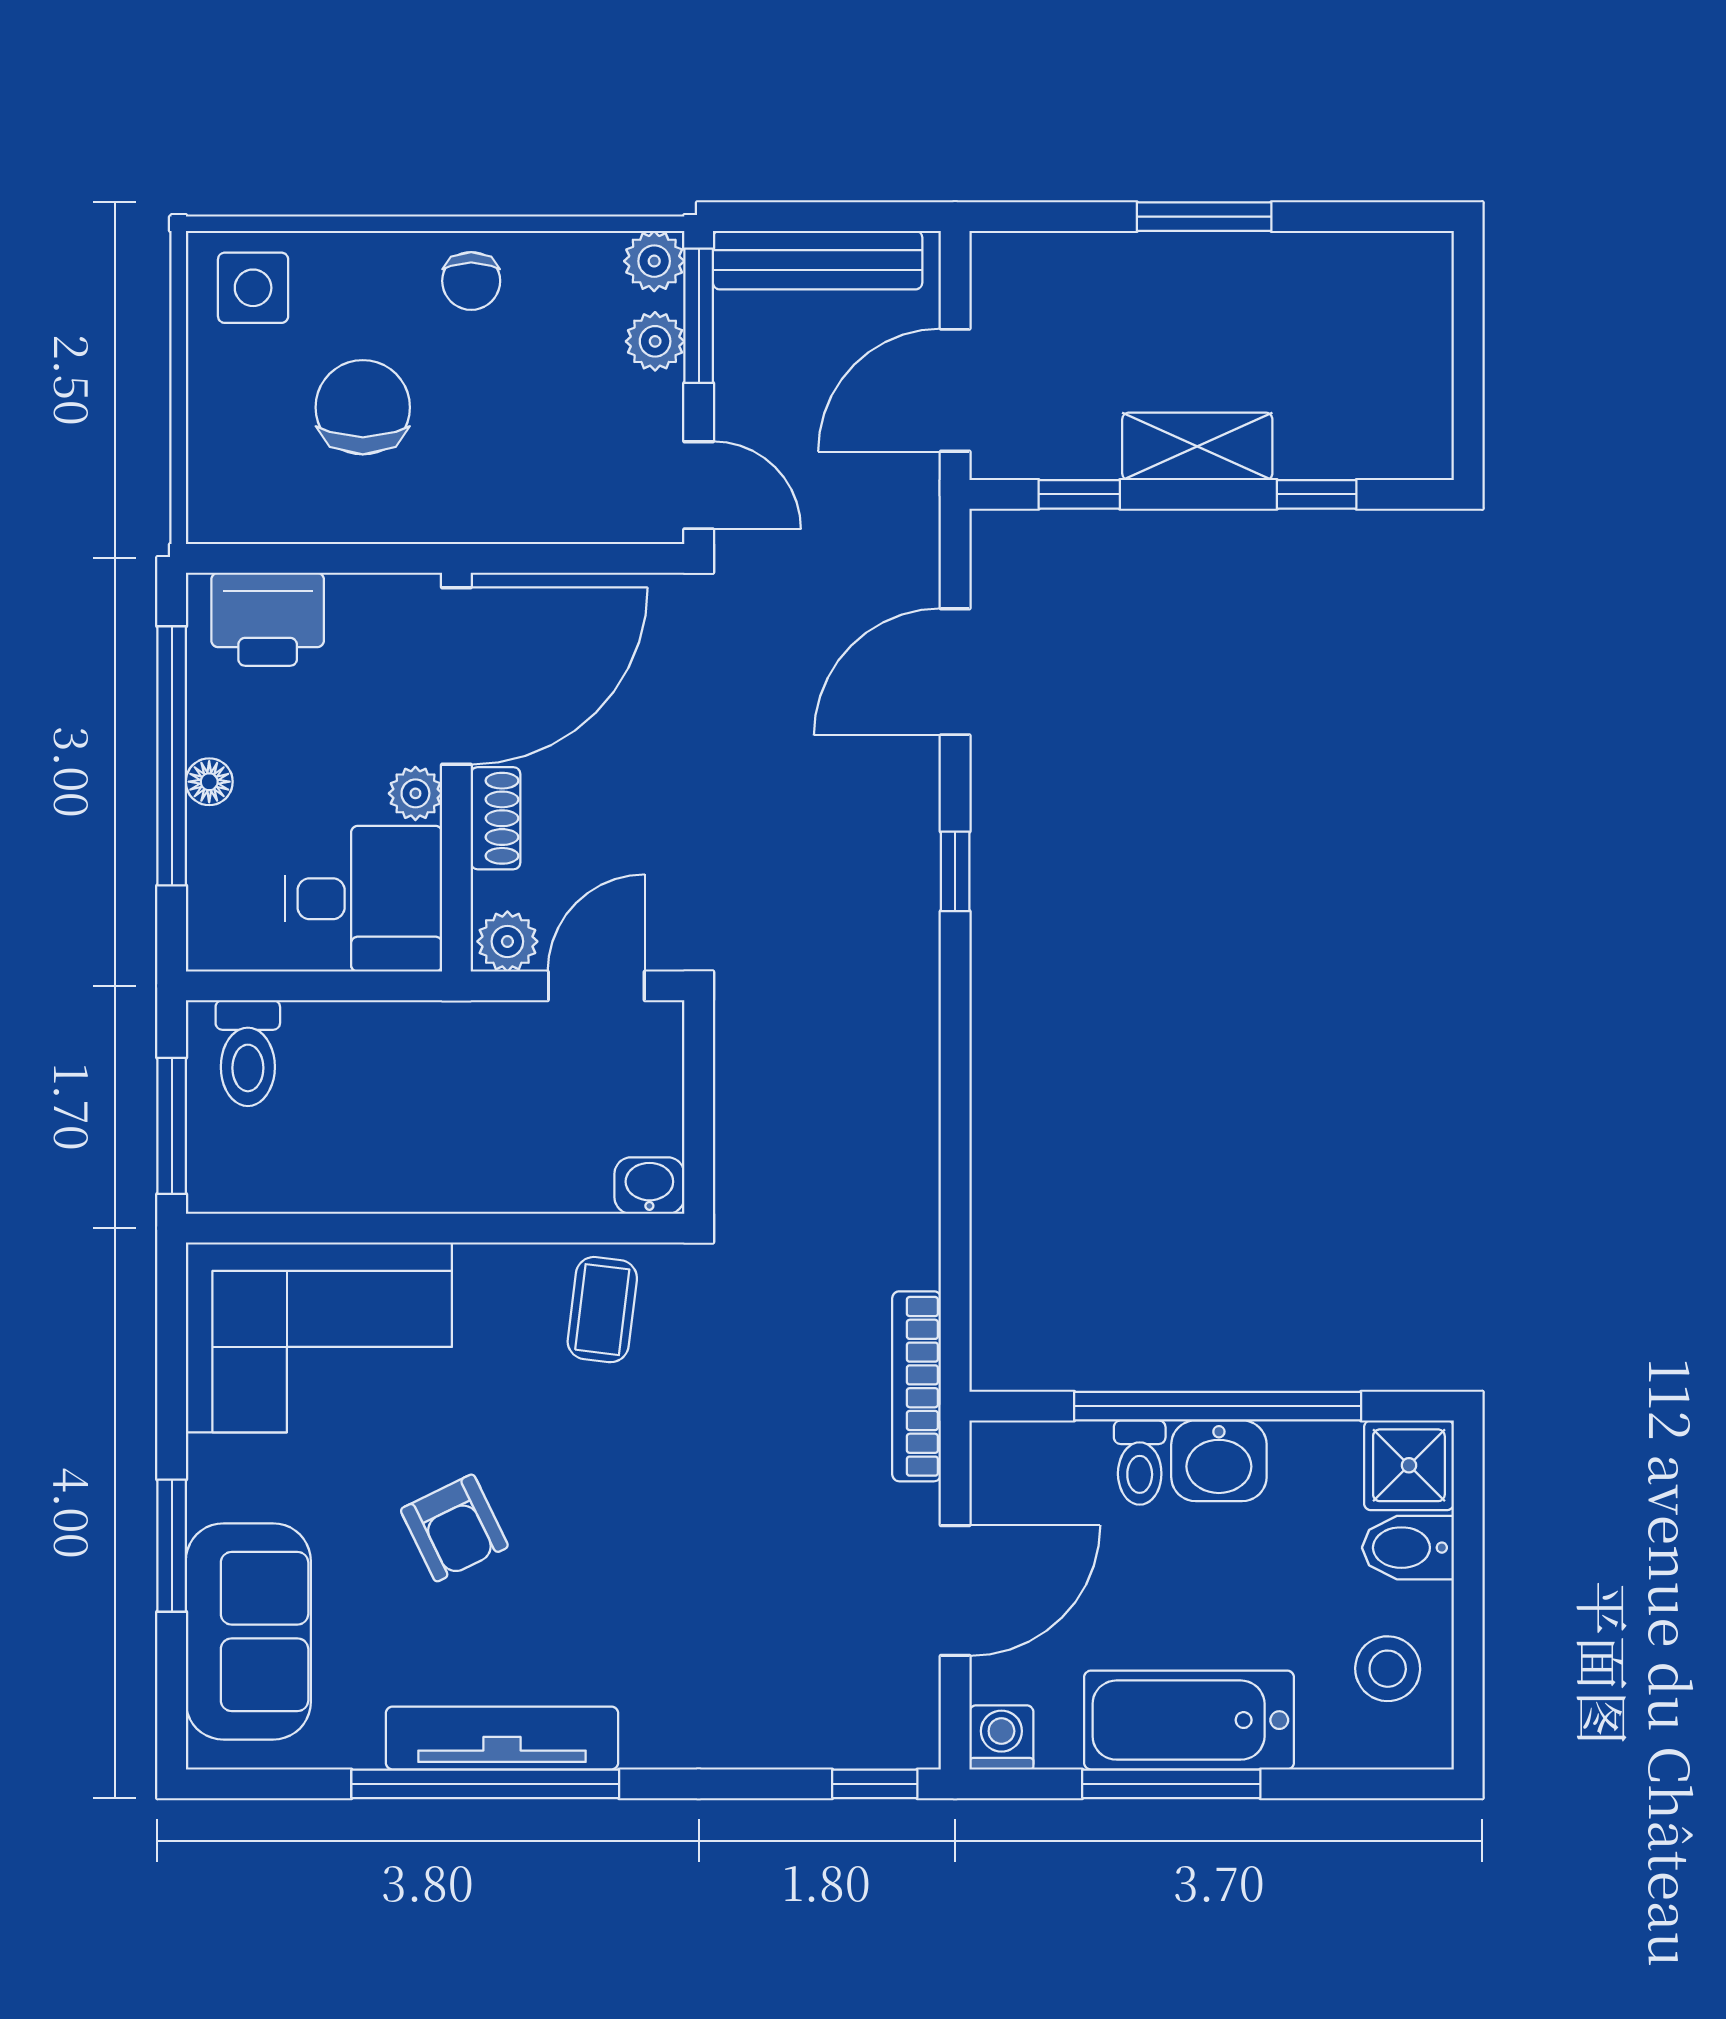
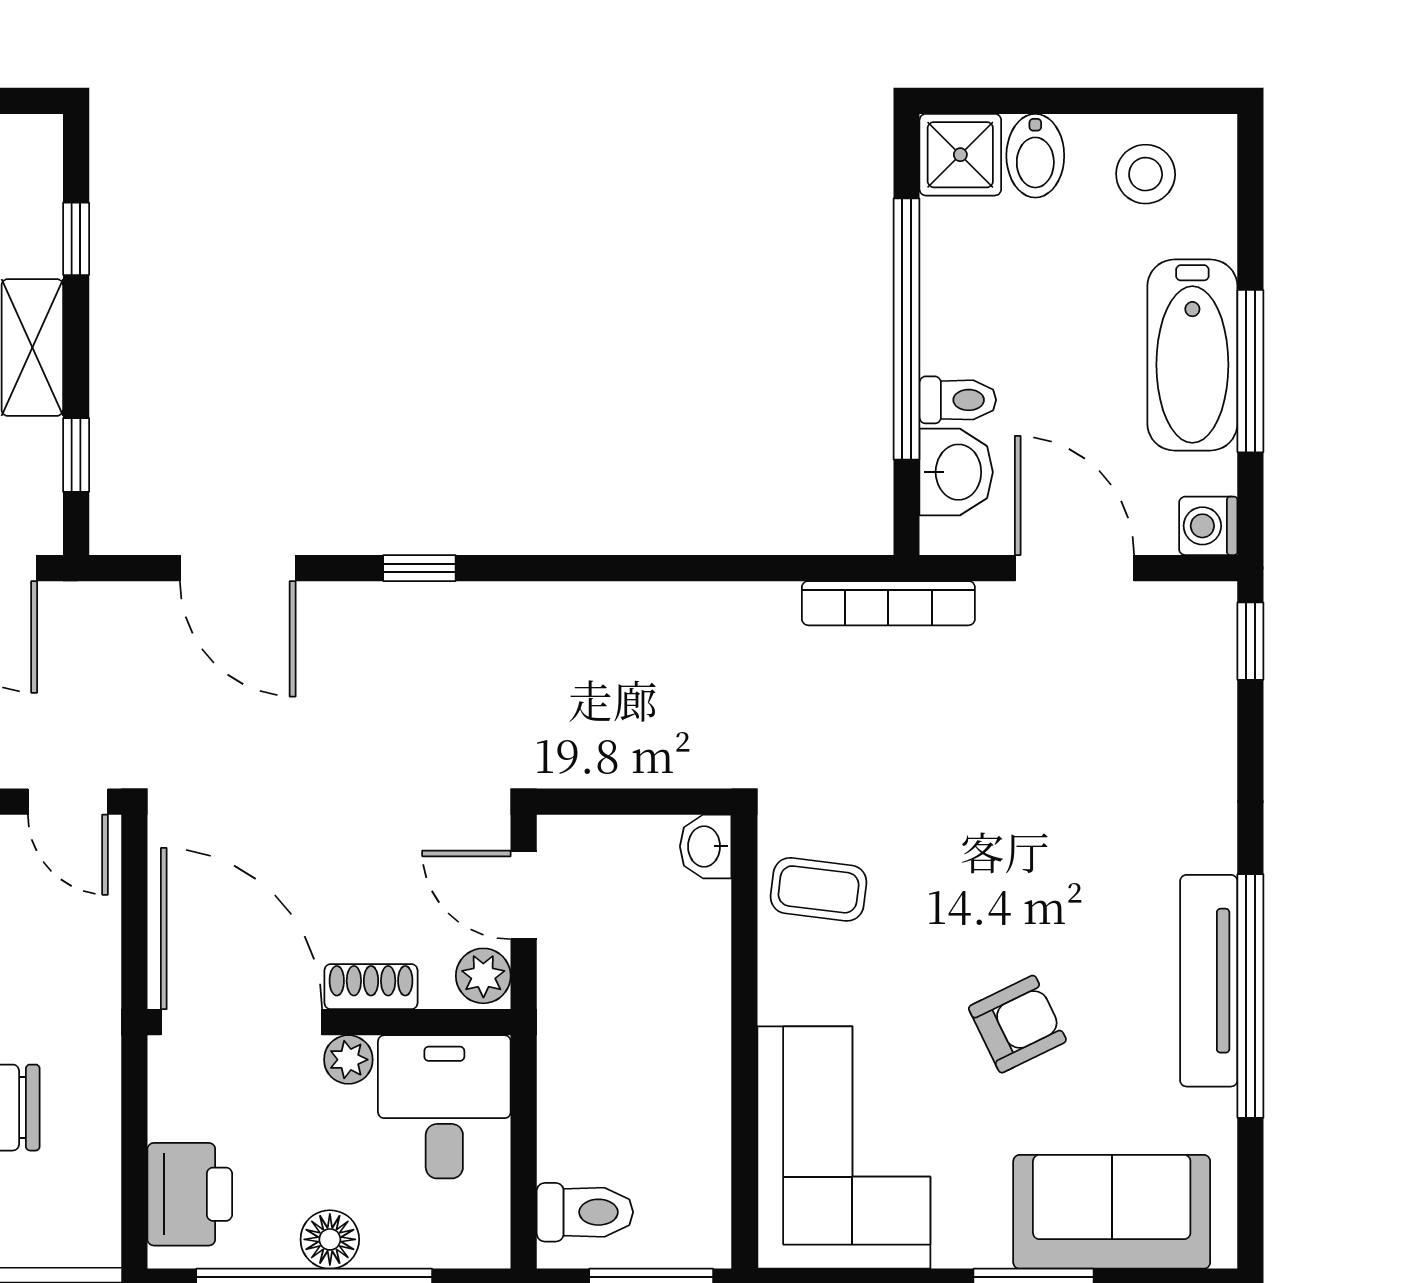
door: (699, 485) -> (68, 802), swing flipped
floor lamp: (209, 782) -> (330, 1239), width x1.37, depth x1.37
washbasin: (1219, 1461) -> (956, 472), moved

